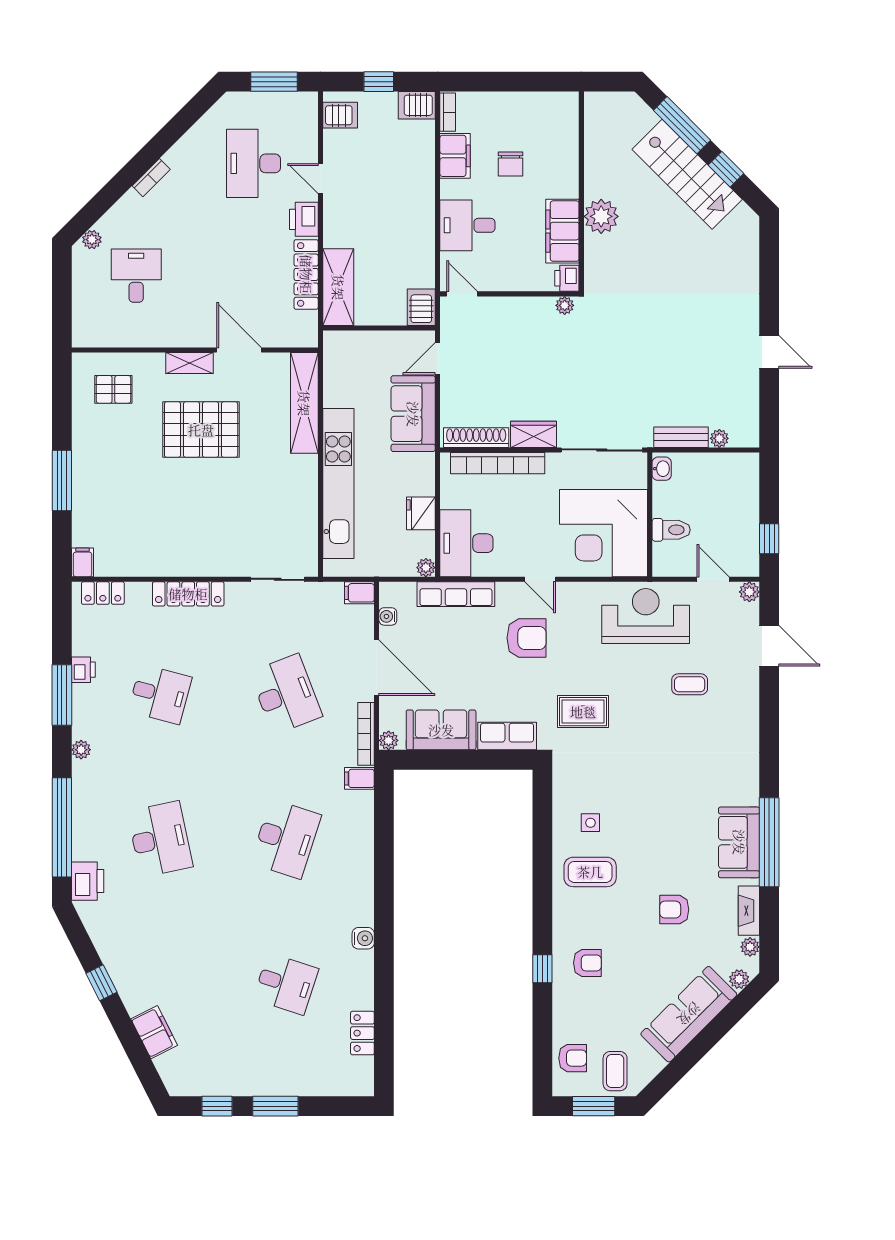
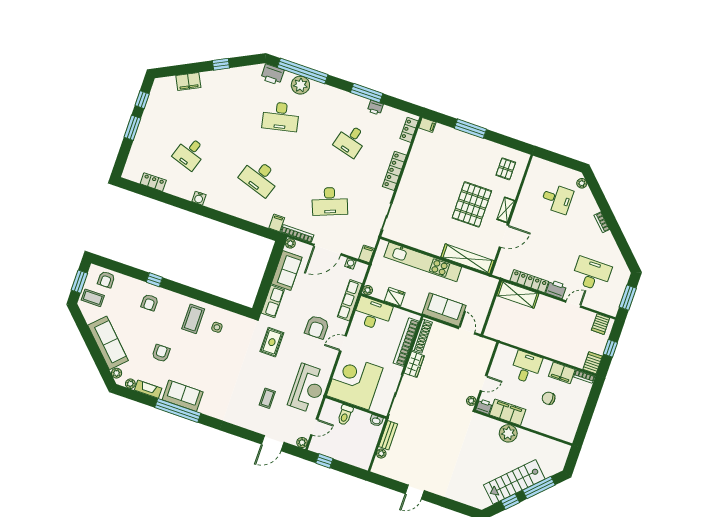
door: (462, 294) -> (484, 383), moved
server rack: (421, 307) -> (494, 331), removed
plant: (81, 750) -> (300, 85), moved, width x1.88, depth x1.88

